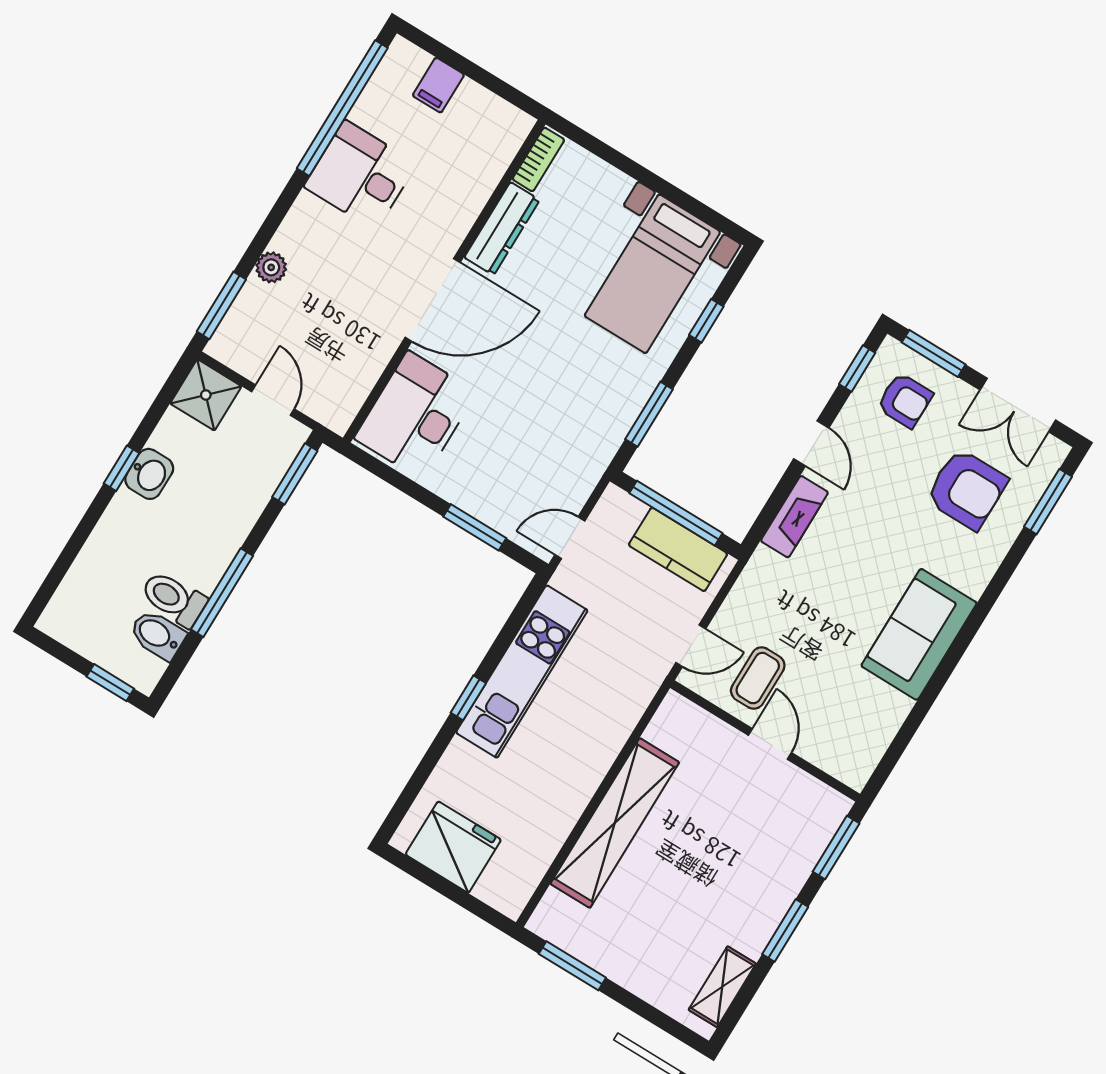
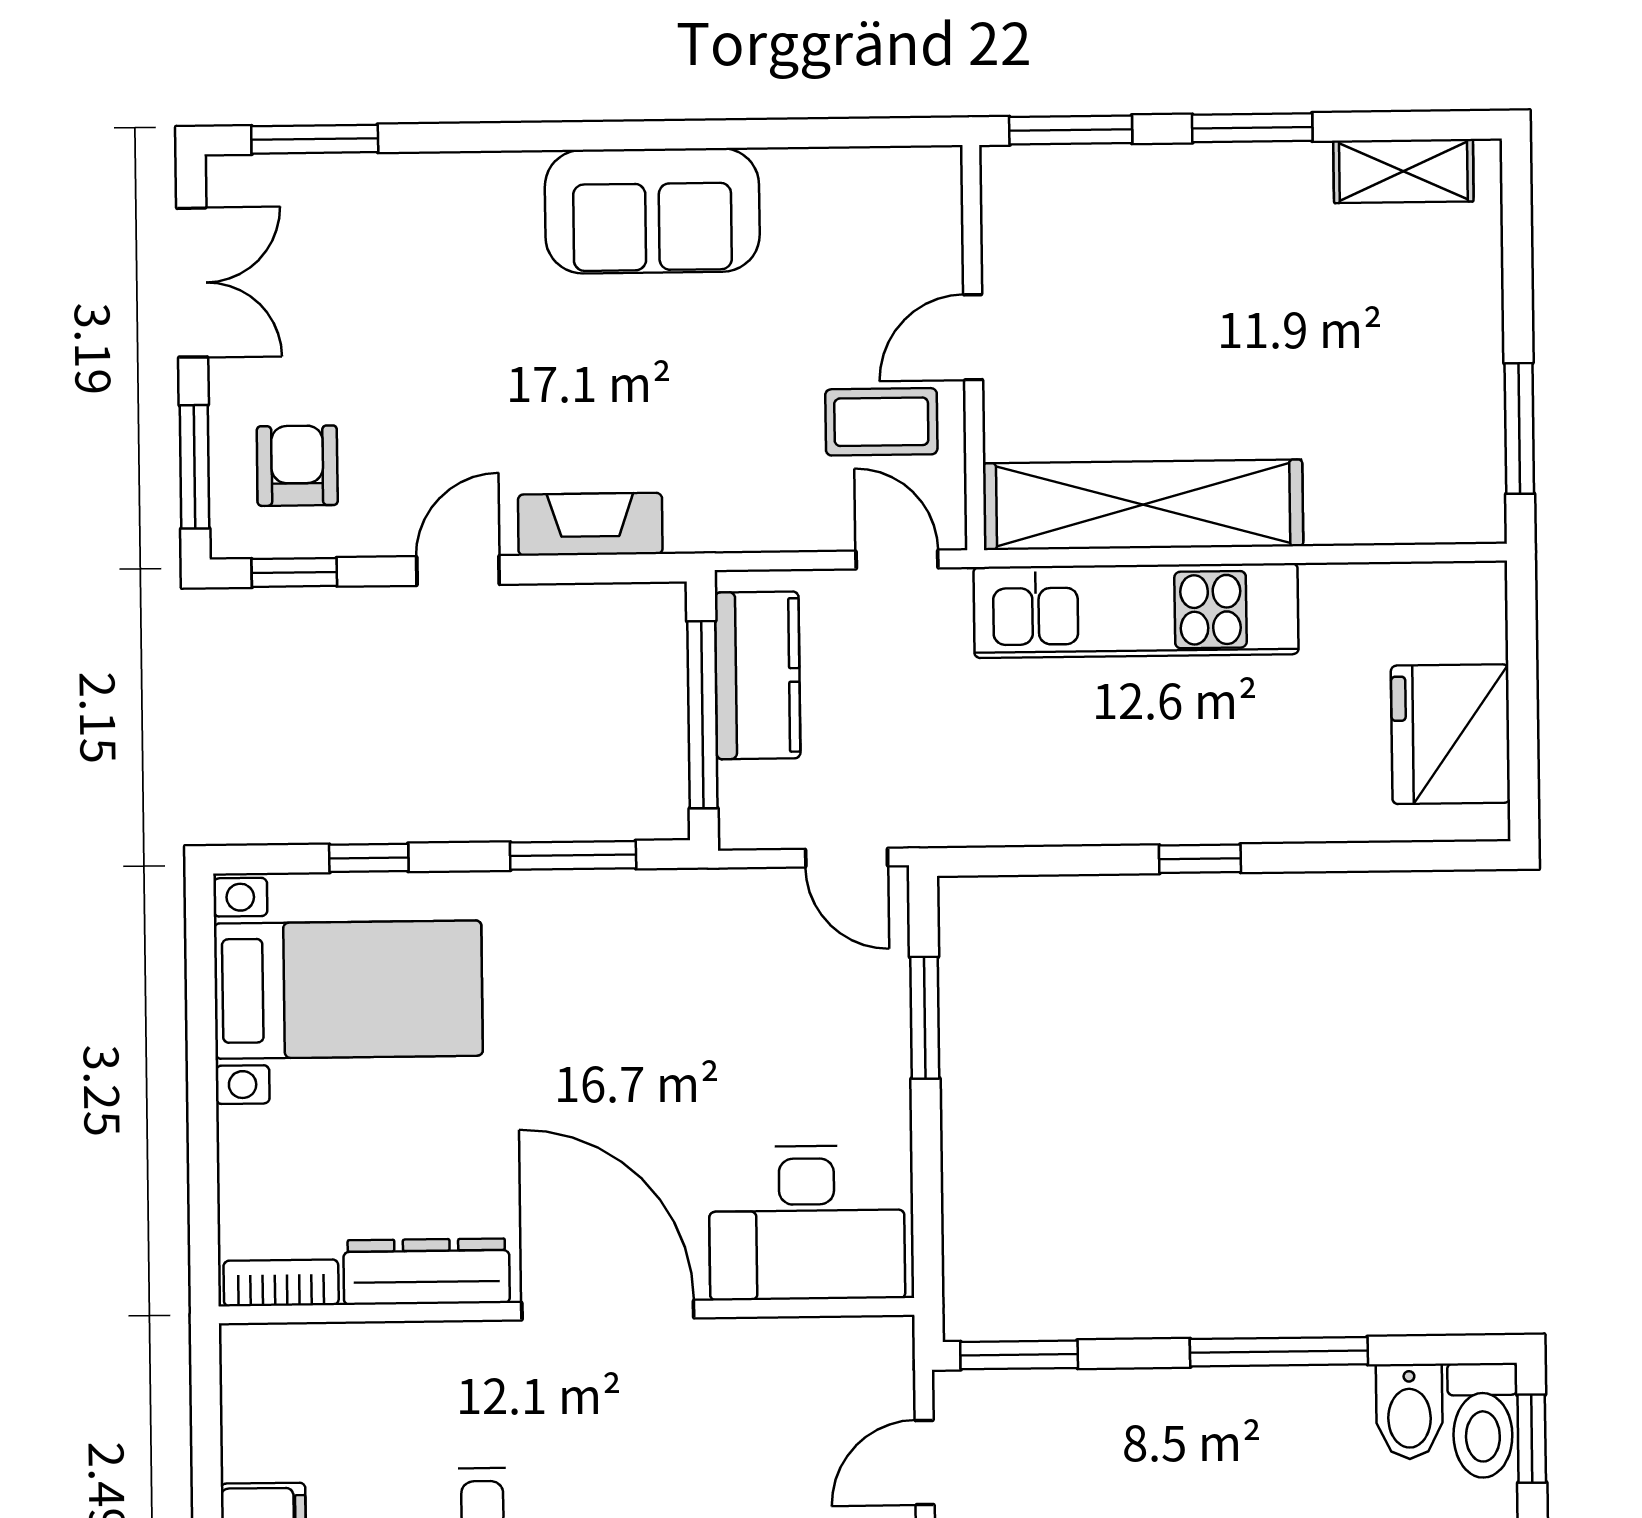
armchair: (967, 489) -> (376, 280), removed
toilet: (174, 599) -> (1483, 1420), moved
kitchen unit: (522, 671) -> (1136, 611), moved, turned 180
shelving: (615, 823) -> (1143, 505), moved

